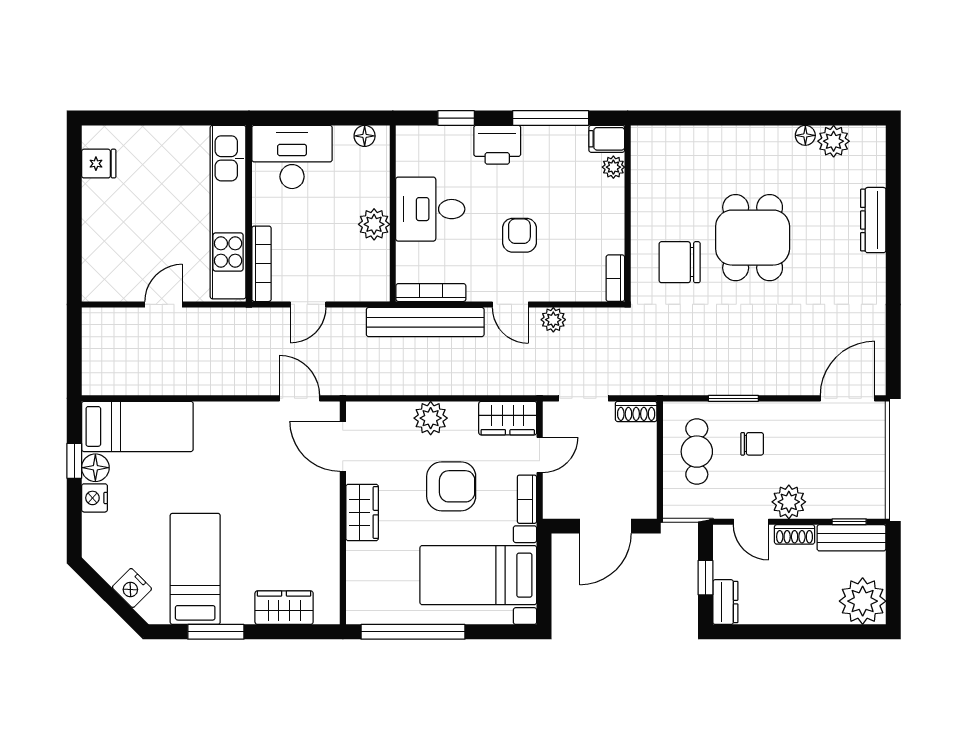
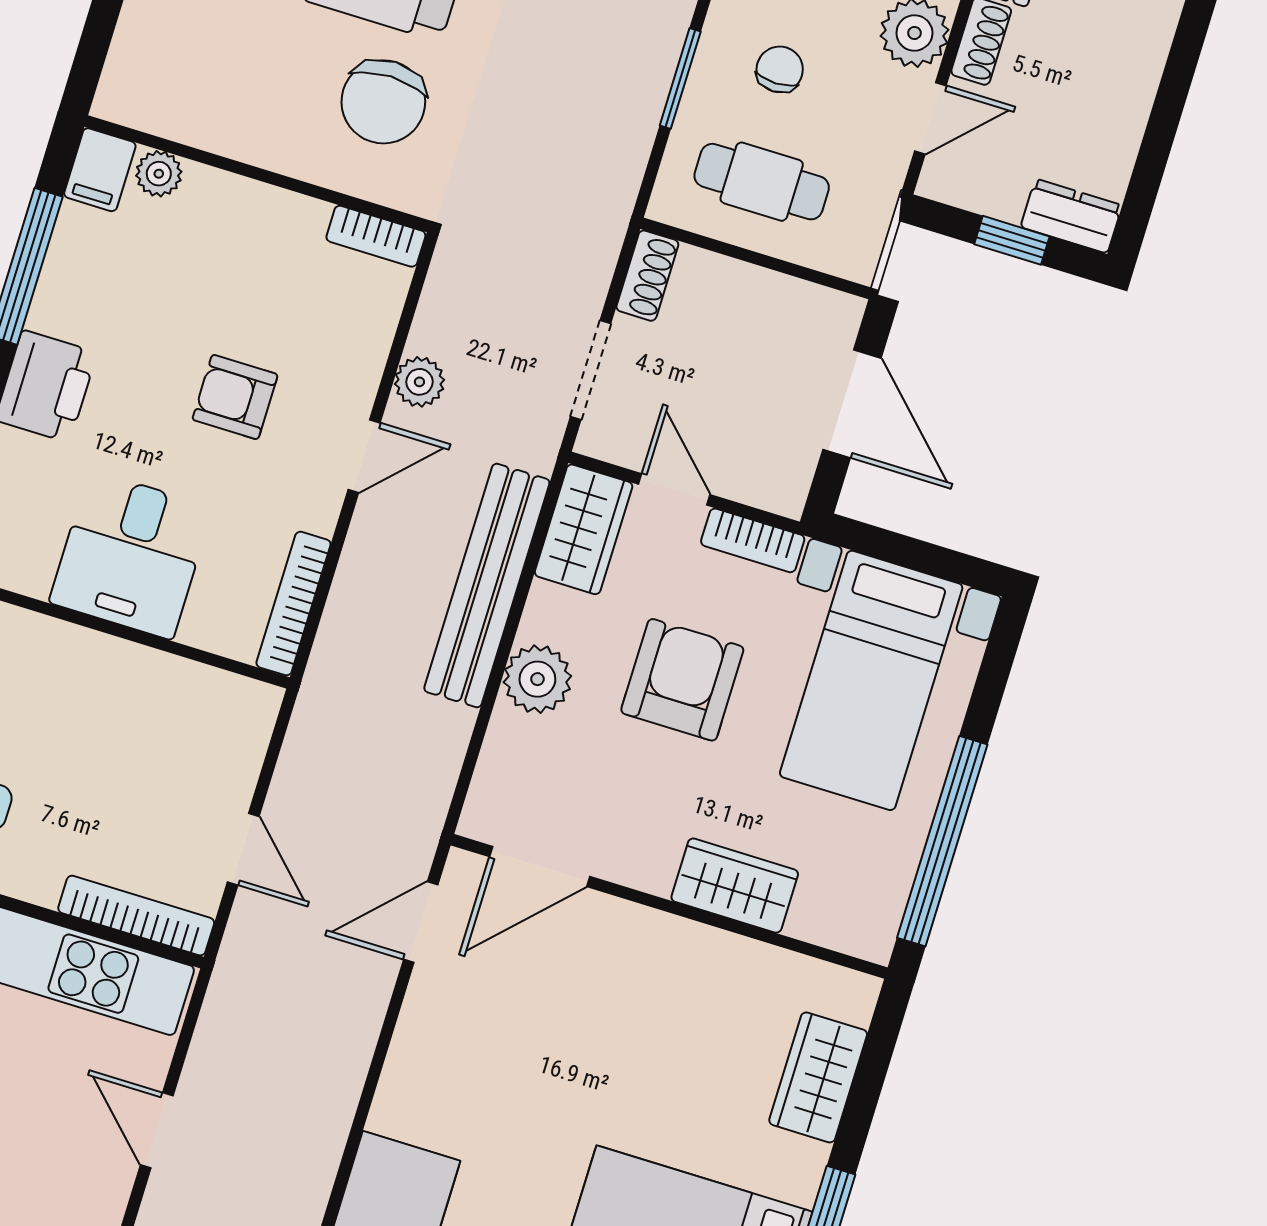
plant: (374, 224) -> (127, 673), removed
bench: (425, 322) -> (487, 585), moved
wardrobe: (362, 513) -> (735, 886), moved

